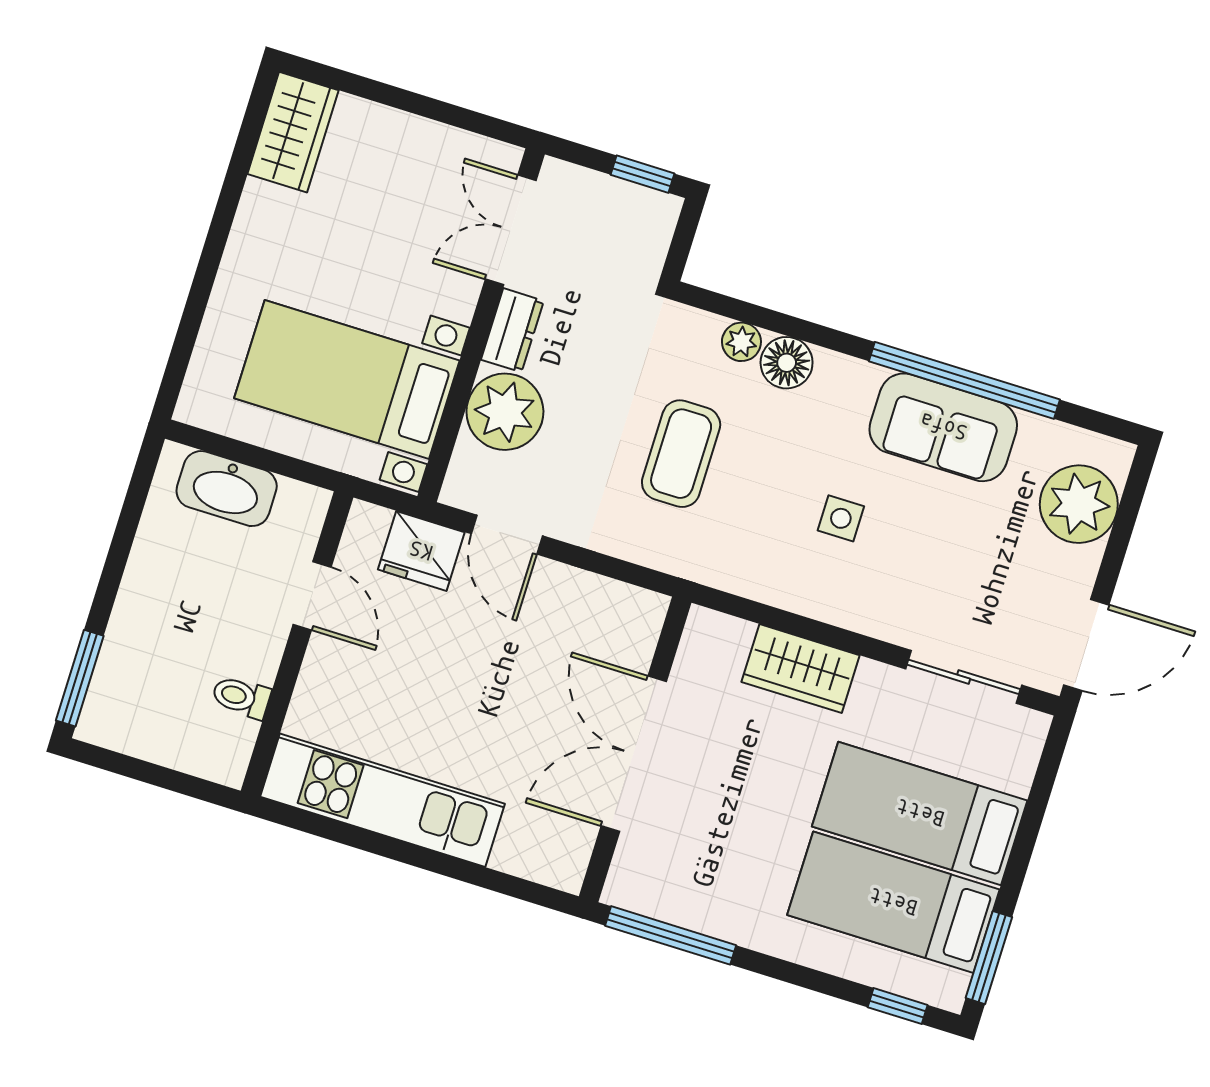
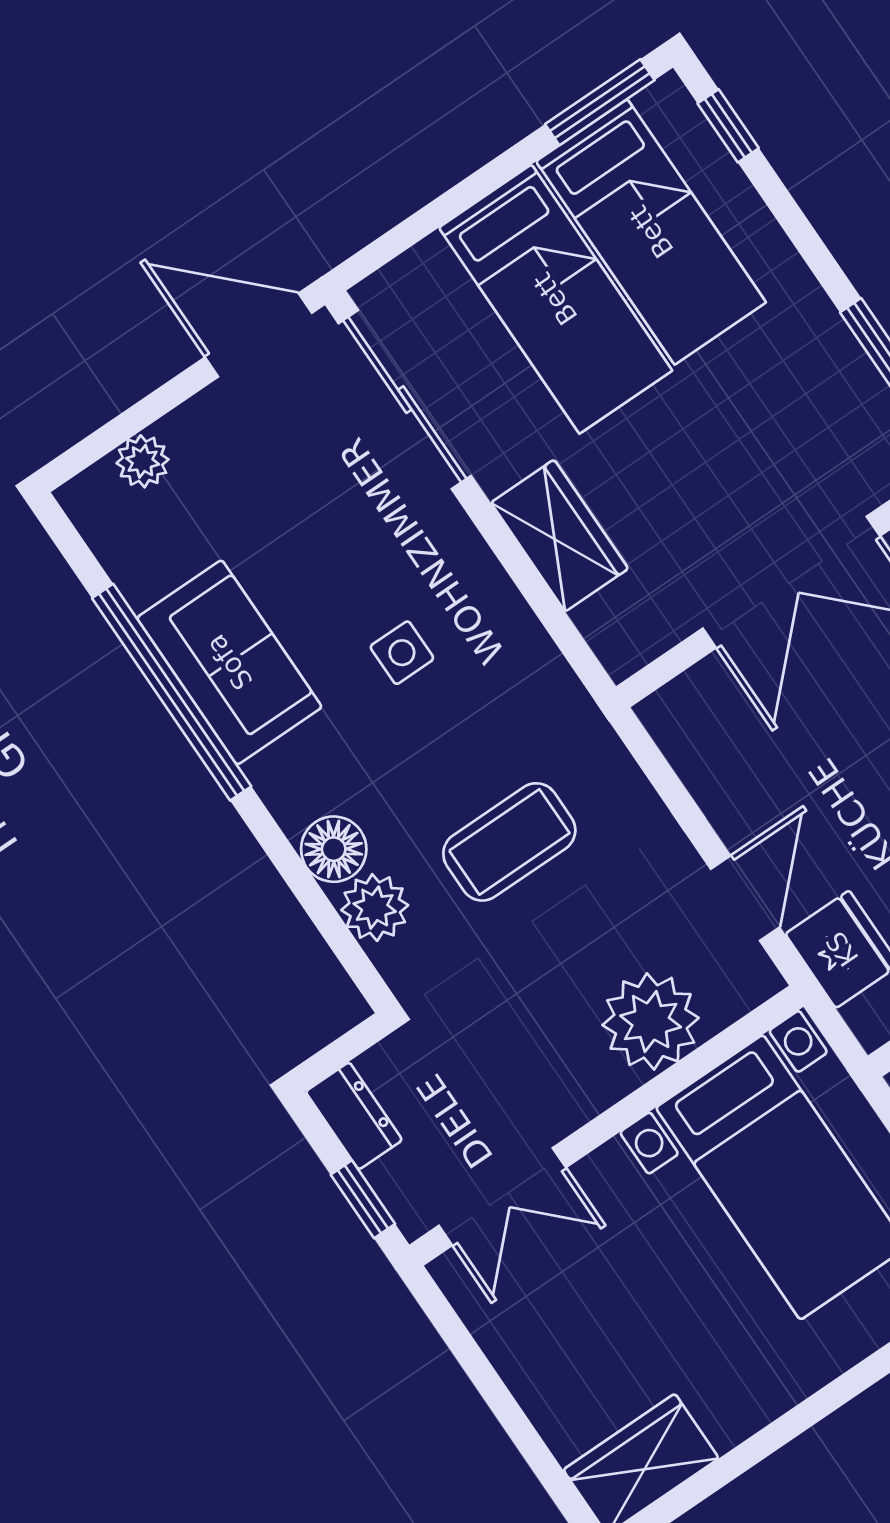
window: (642, 174) -> (363, 1199), moved
dresser: (512, 330) -> (354, 1116), moved, turned 90
plant: (741, 342) -> (375, 908), width x1.38, depth x1.38
plant: (1079, 504) -> (143, 461), width x0.53, depth x0.53
sliding door: (964, 677) -> (405, 400), width x1.37

